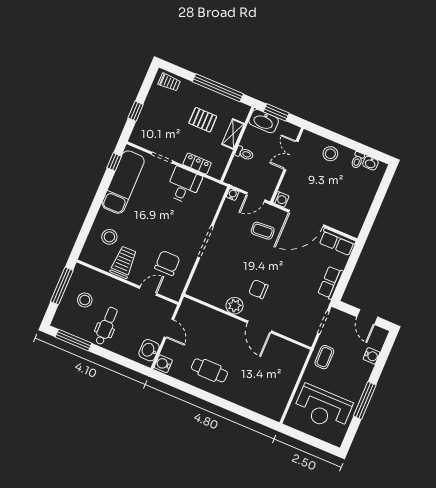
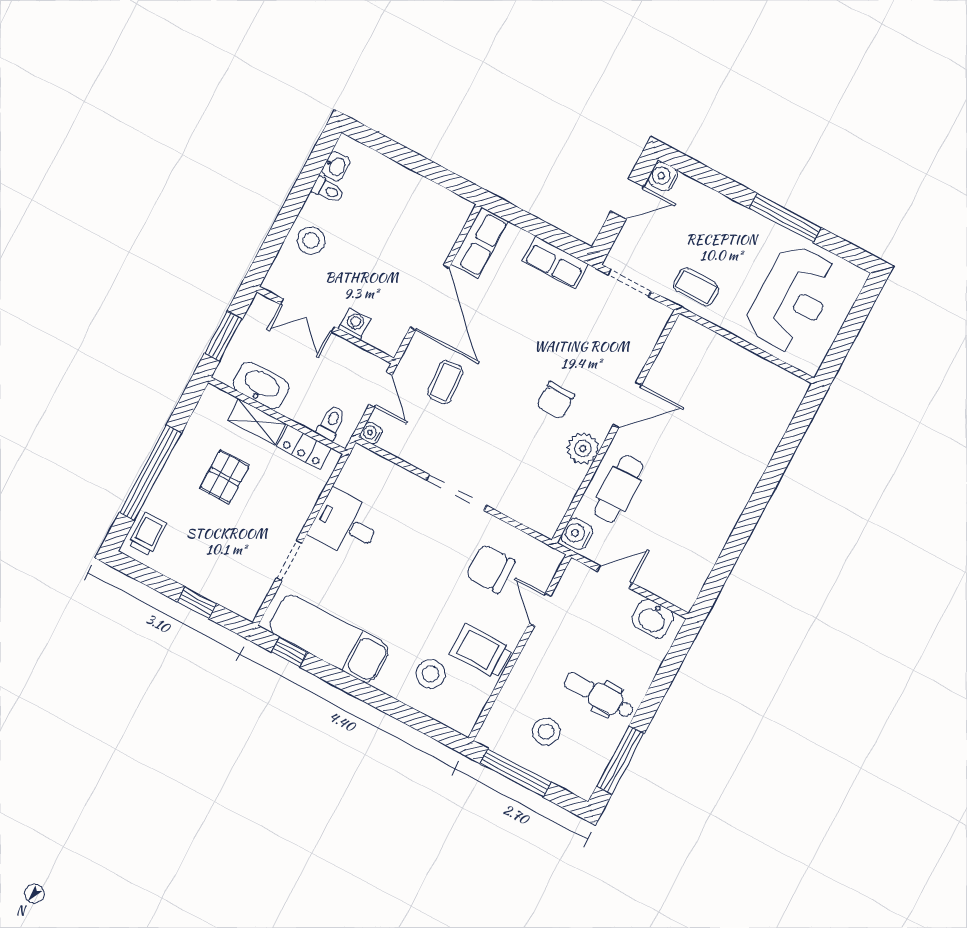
window: (218, 88) -> (150, 473), moved
washbasin: (264, 121) -> (261, 386), moved, turned -90
toilet: (244, 153) -> (331, 423), moved
locker: (197, 164) -> (304, 447), moved, turned -90
washing machine: (281, 199) -> (354, 324), moved
water cooler: (372, 356) -> (663, 177), moved, turned -90
water cooler: (163, 364) -> (577, 534), moved, turned 90
cafe table: (209, 370) -> (619, 489), moved

